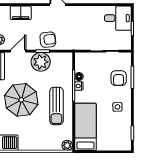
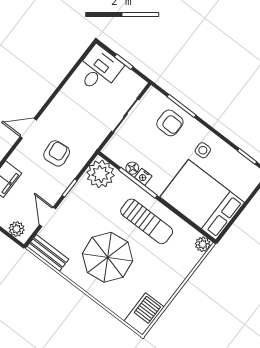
armchair: (48, 40) -> (57, 153), moved
plant: (41, 62) -> (100, 174), moved
bed: (85, 127) -> (202, 200), width x1.50

